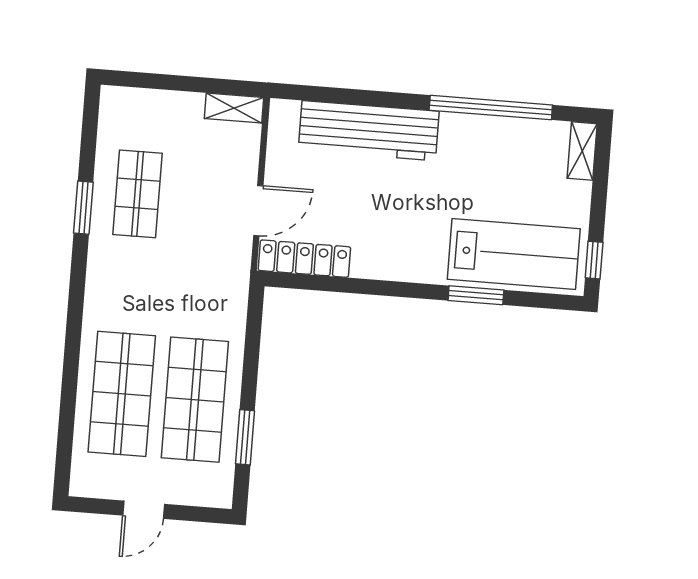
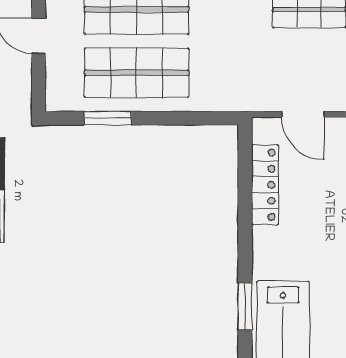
locker: (304, 259) -> (265, 185), moved

